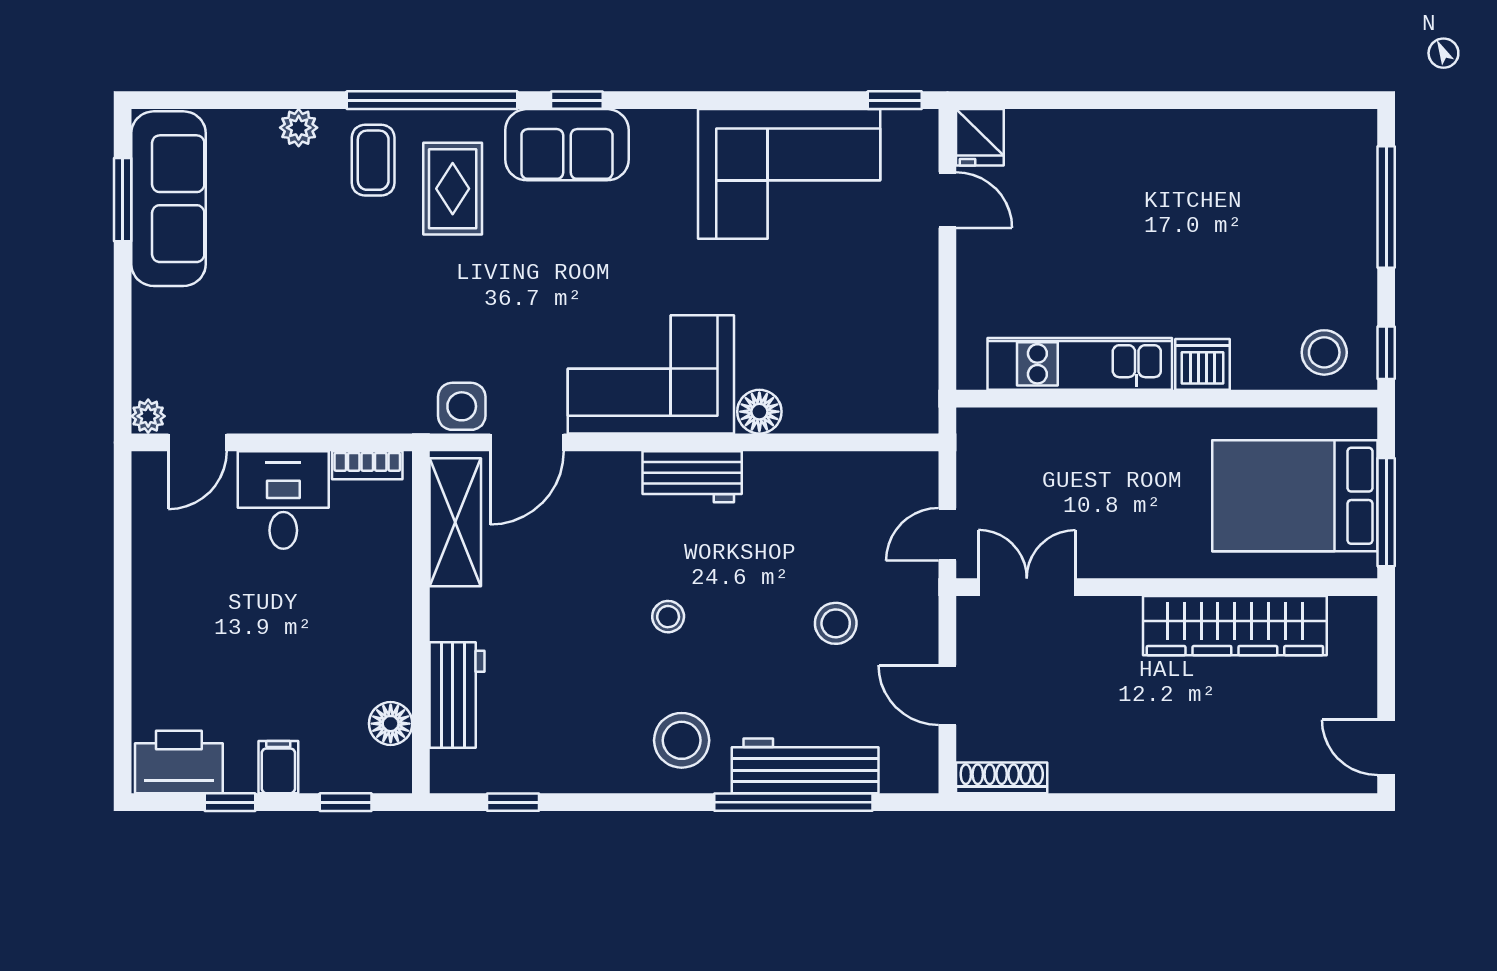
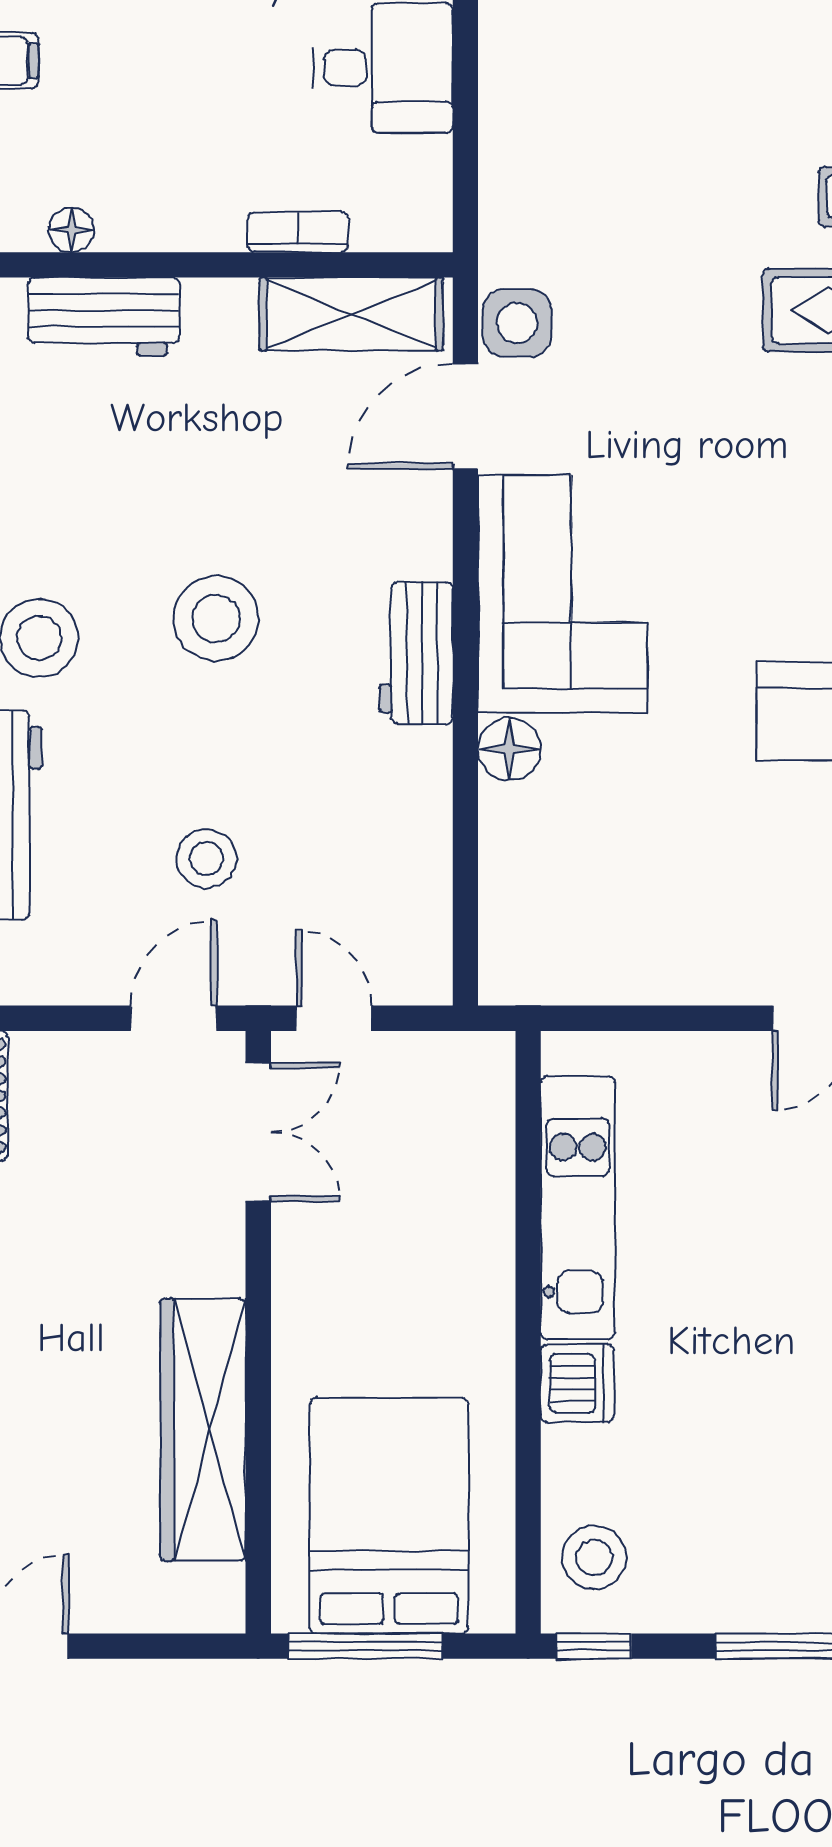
door: (527, 442) -> (465, 416), hinge flipped
bookcase: (367, 465) -> (298, 232), moved, turned 90
stool: (668, 617) -> (216, 619), width x1.89, depth x1.89
door: (947, 695) -> (174, 1018), moved
floor lamp: (391, 724) -> (71, 230), width x0.73, depth x0.73

